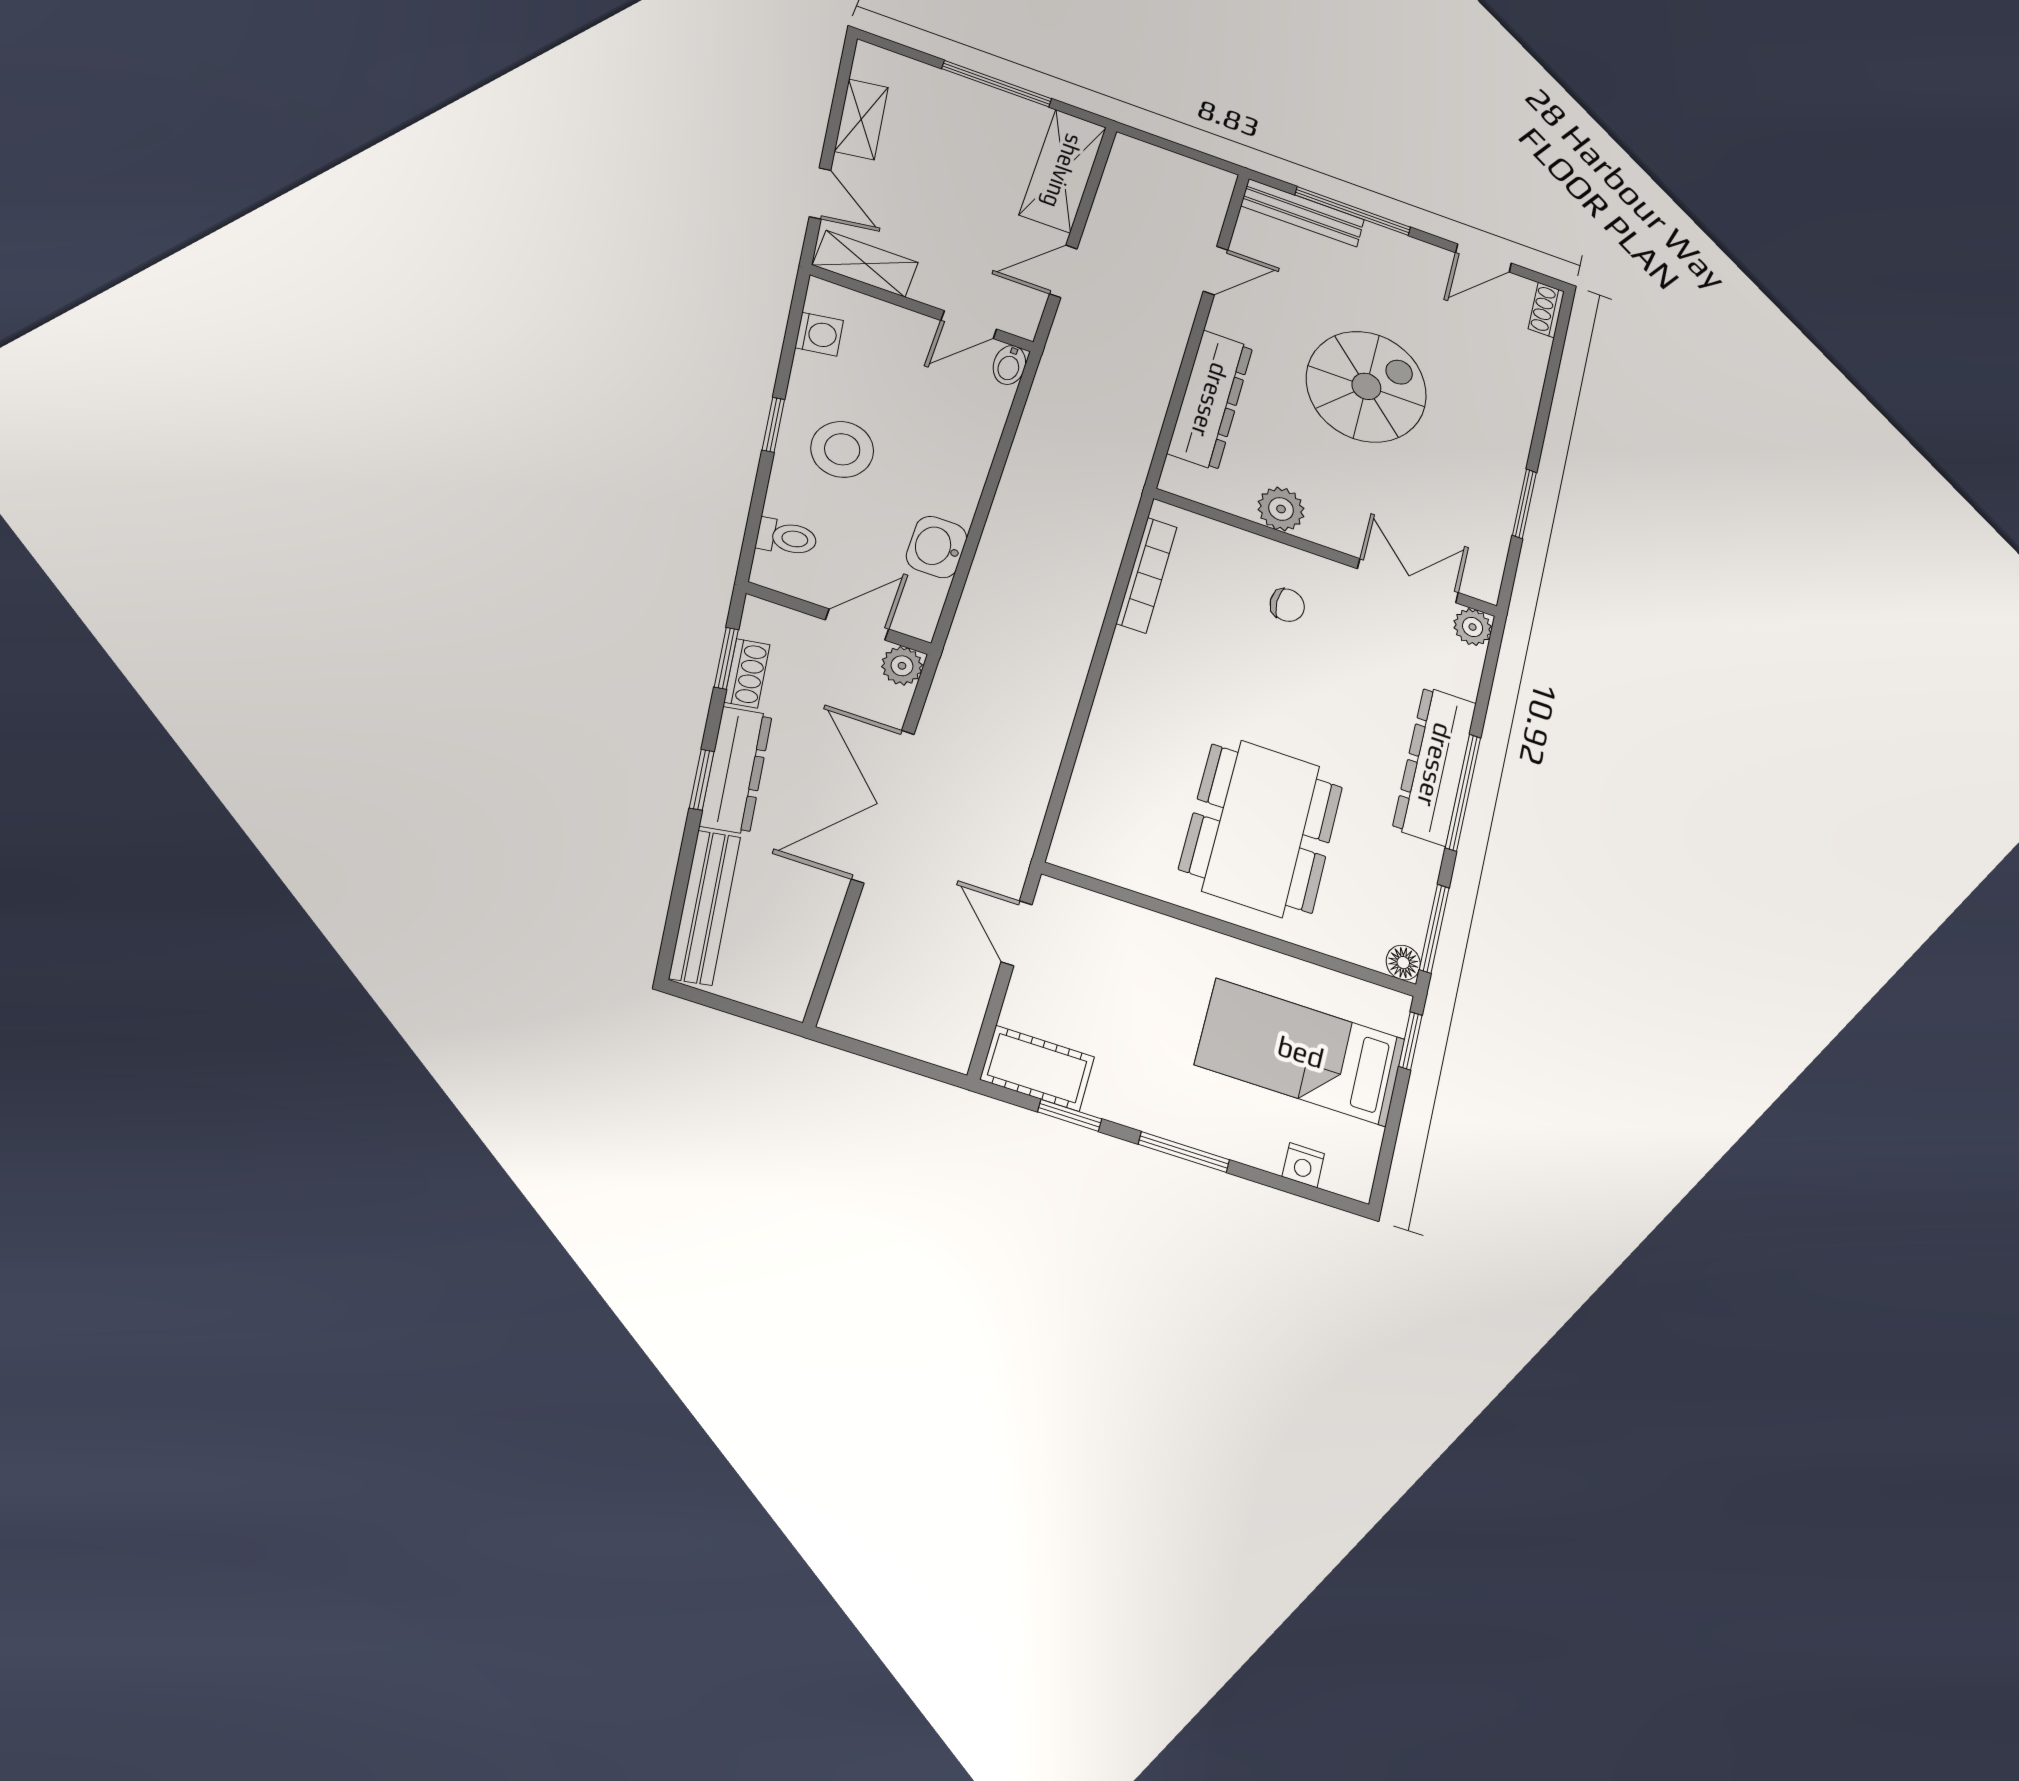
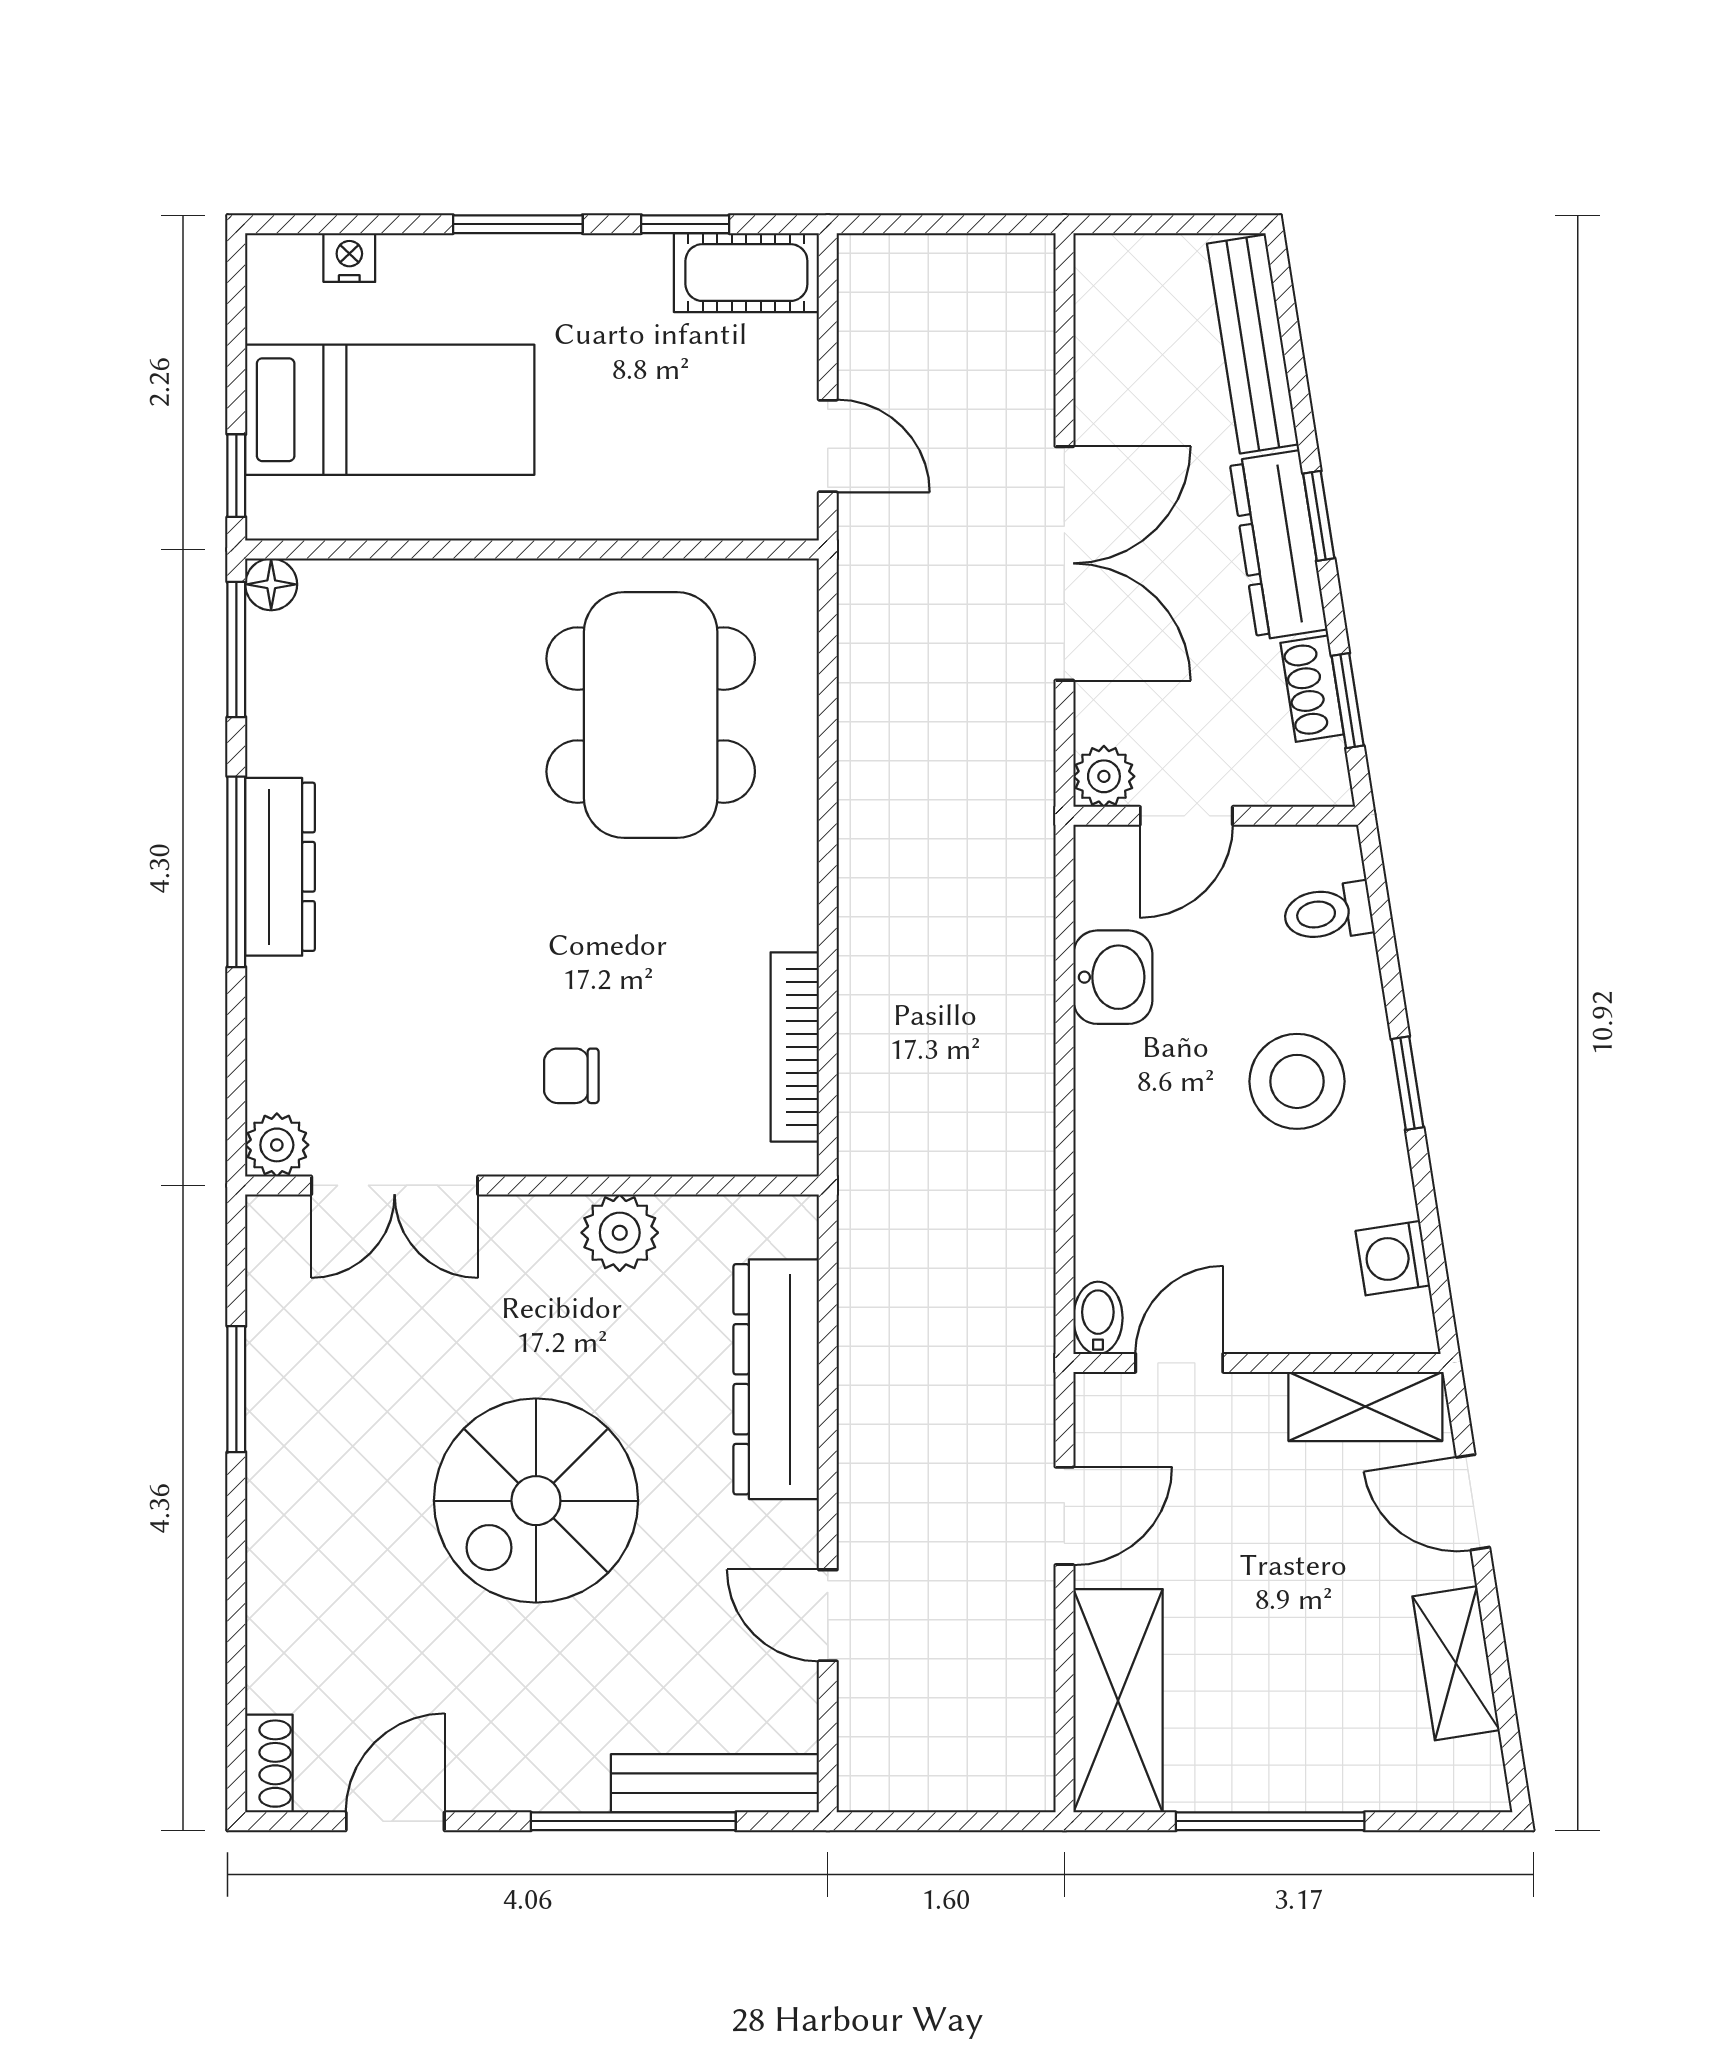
door: (1216, 271) -> (828, 1615), hinge flipped
dresser: (1435, 765) -> (280, 867), width x0.73, depth x0.80
dining table: (1261, 828) -> (651, 715), moved

